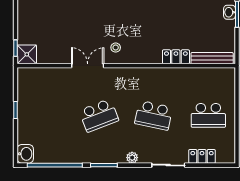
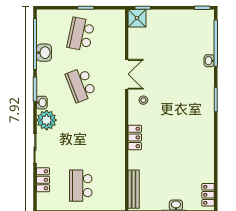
locker: (176, 57) -> (135, 137), moved
school desk: (154, 115) -> (81, 34), moved
washbasin: (25, 154) -> (44, 53), moved, turned -90
washbasin: (118, 158) -> (42, 103), added
plant: (132, 158) -> (47, 120), width x1.88, depth x1.88

